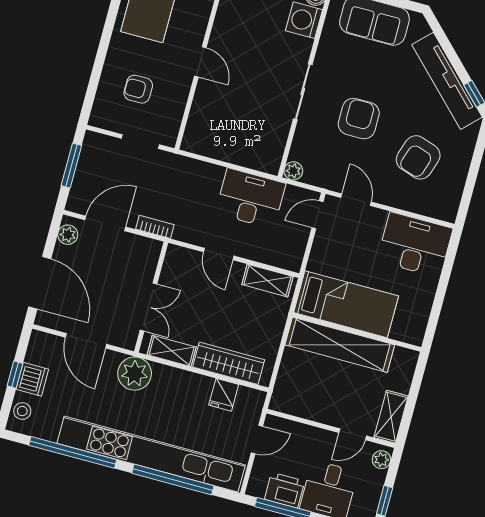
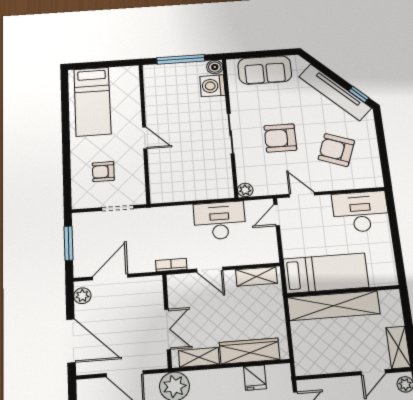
armchair: (359, 119) -> (280, 138), turned -90
armchair: (418, 157) -> (336, 150), turned 92
bookcase: (155, 227) -> (171, 265), moved

